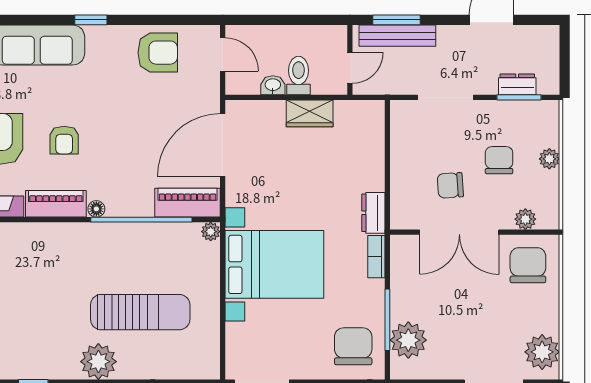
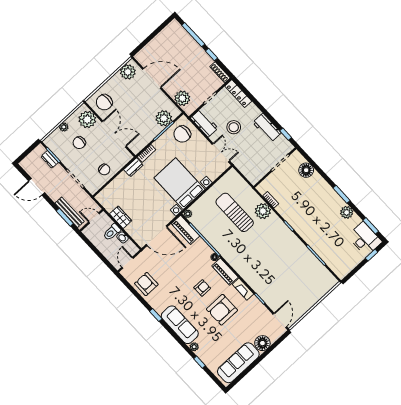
chair: (450, 185) -> (104, 170), moved
plant: (525, 219) -> (87, 120), width x1.88, depth x1.88

